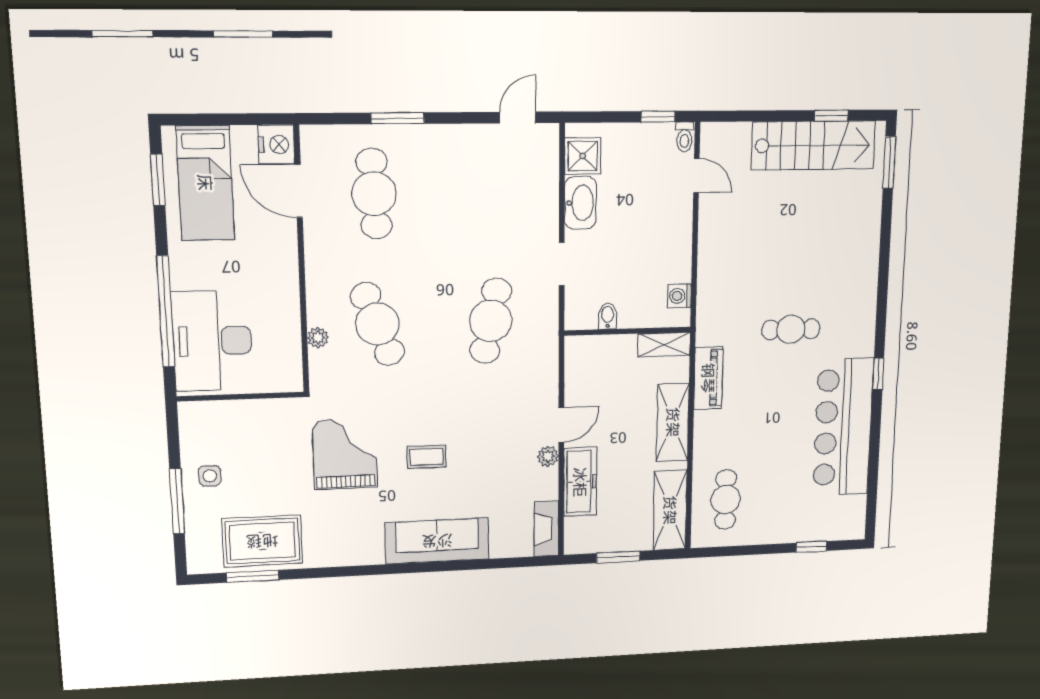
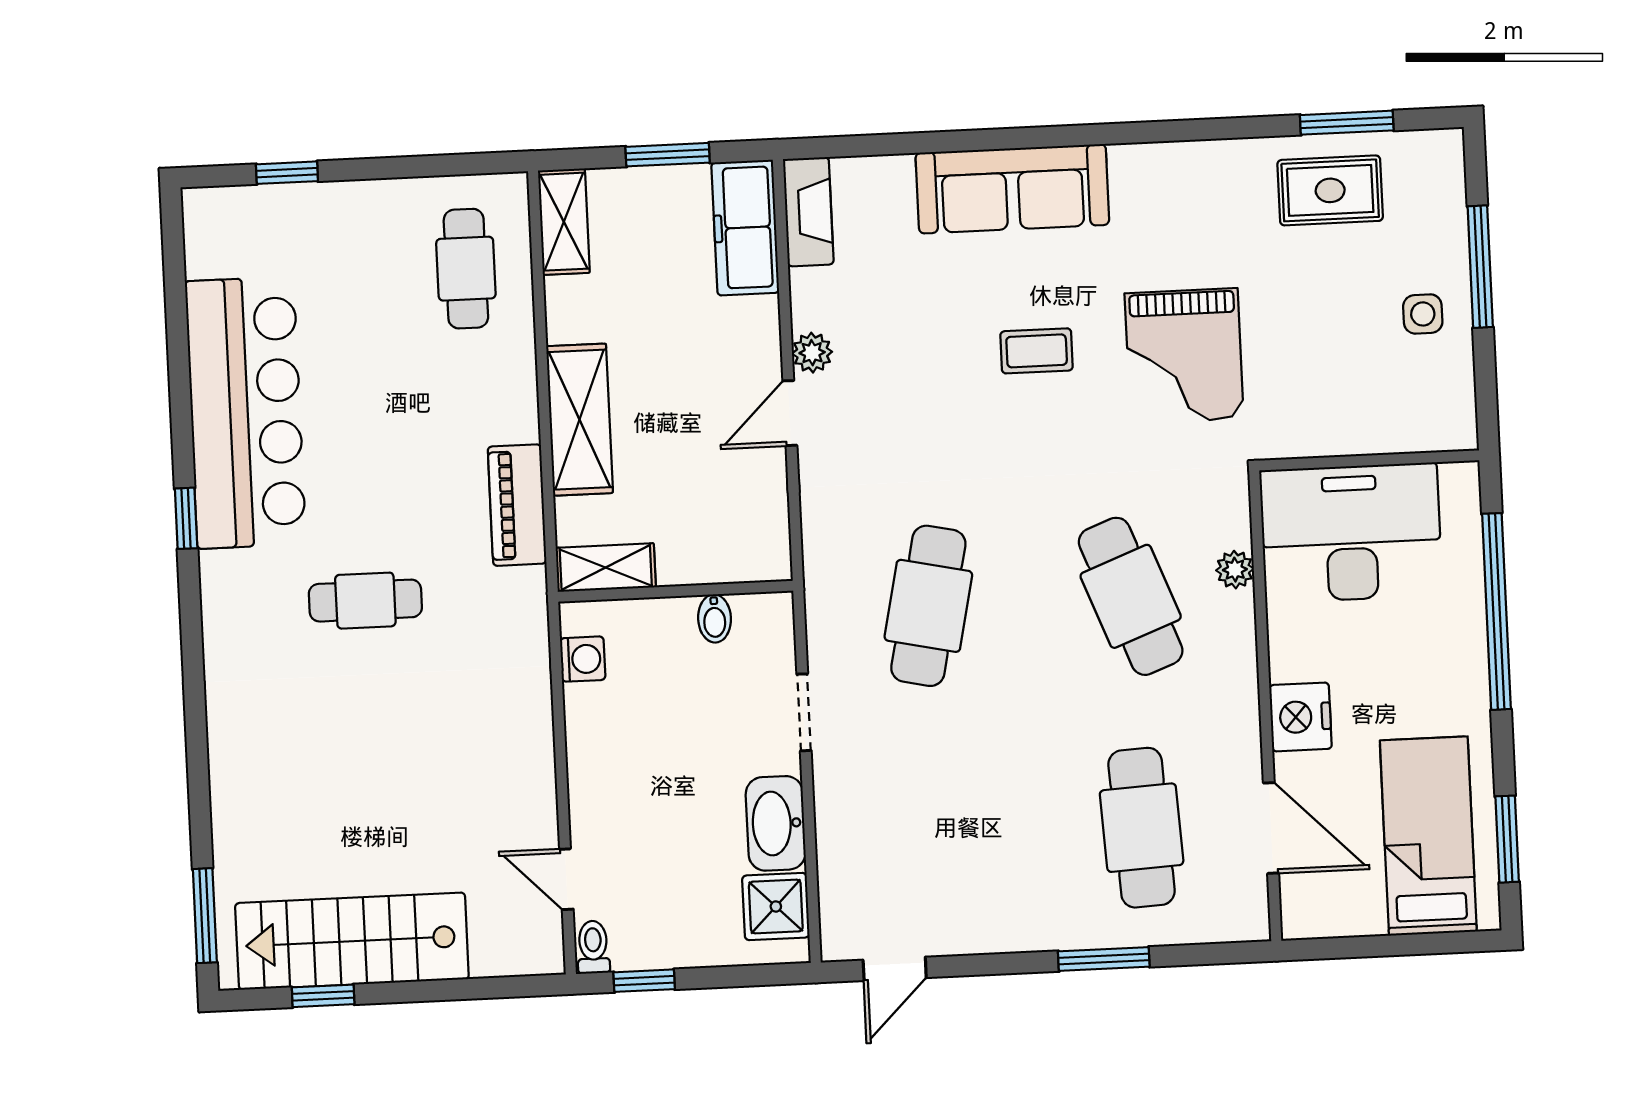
nightstand: (276, 145) -> (1301, 717), moved
desk: (212, 341) -> (1351, 533), moved, turned -90
freezer: (580, 482) -> (745, 228), moved
shelving: (670, 510) -> (564, 222), width x0.67, depth x0.75
rug: (262, 541) -> (1330, 190), width x0.73, depth x0.70

